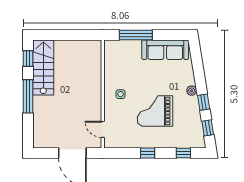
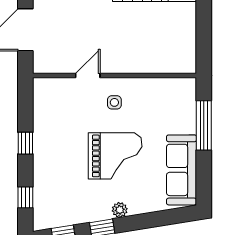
grand piano: (155, 111) -> (115, 156), moved, turned 90
door: (103, 129) -> (88, 76), moved

